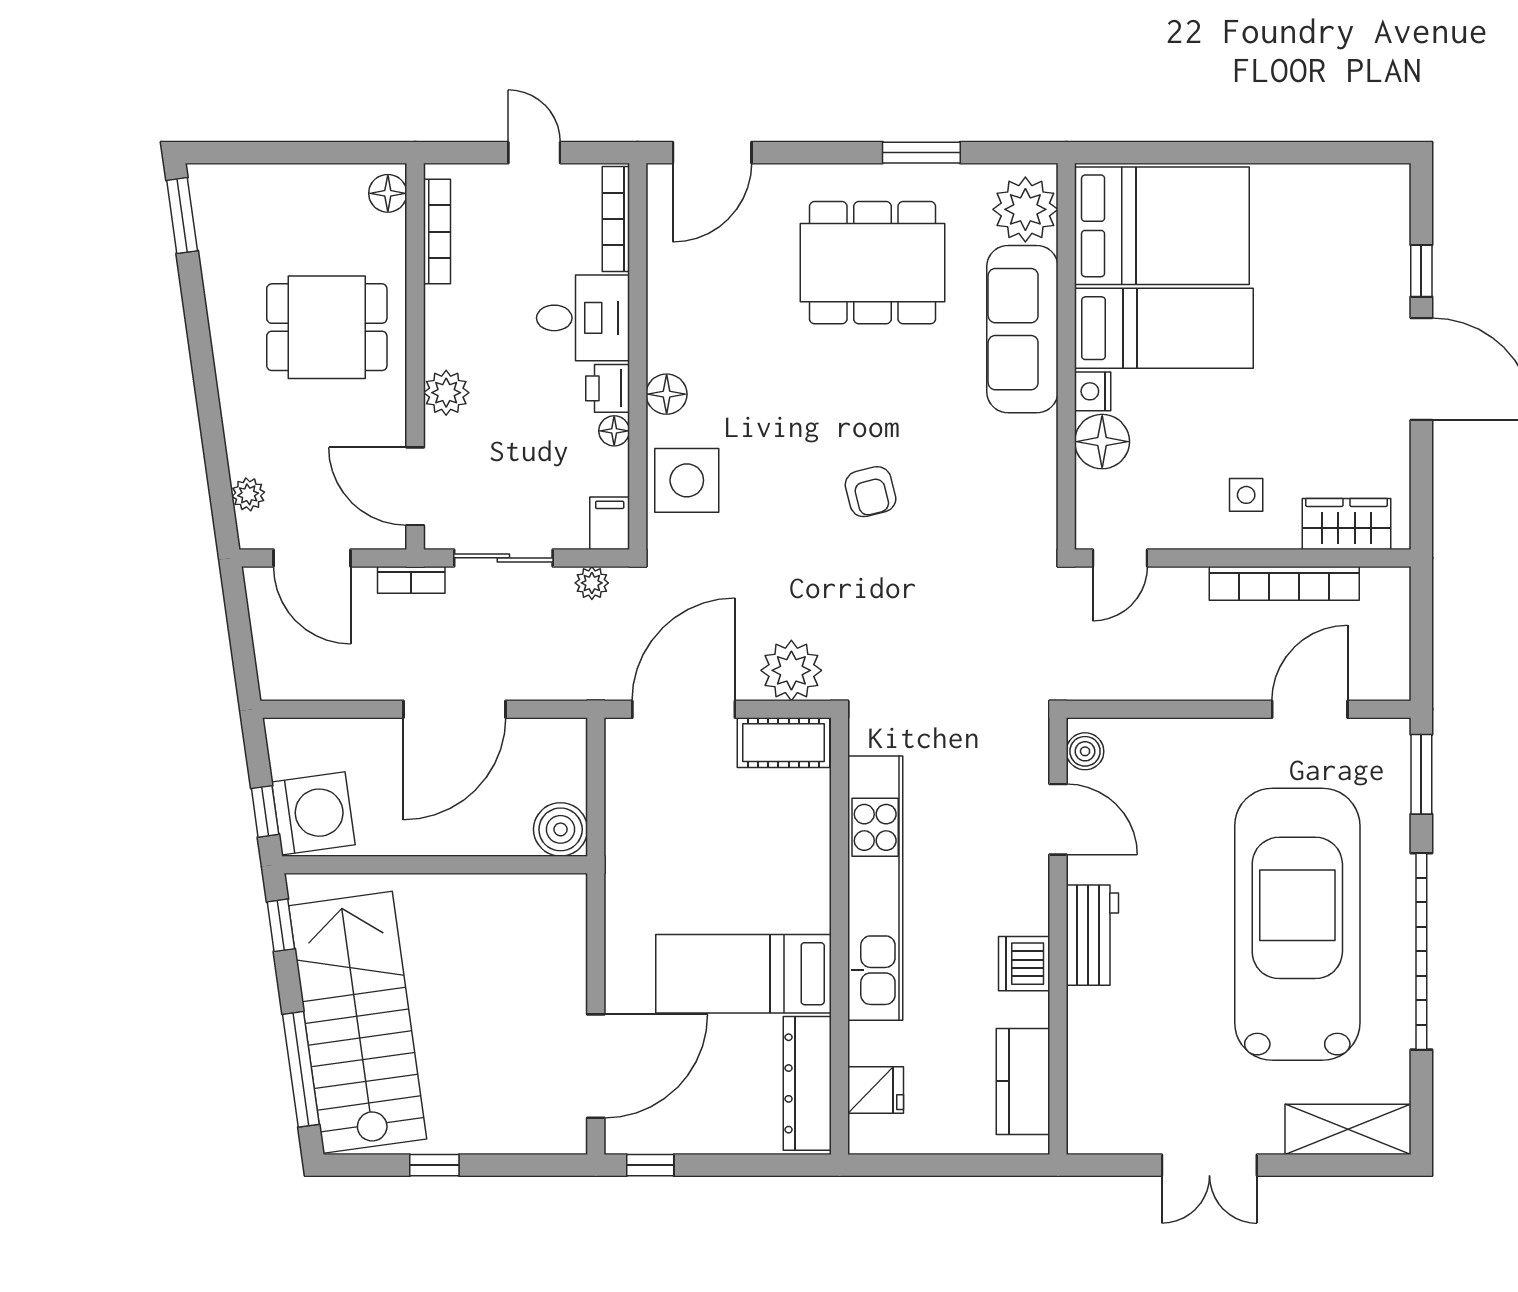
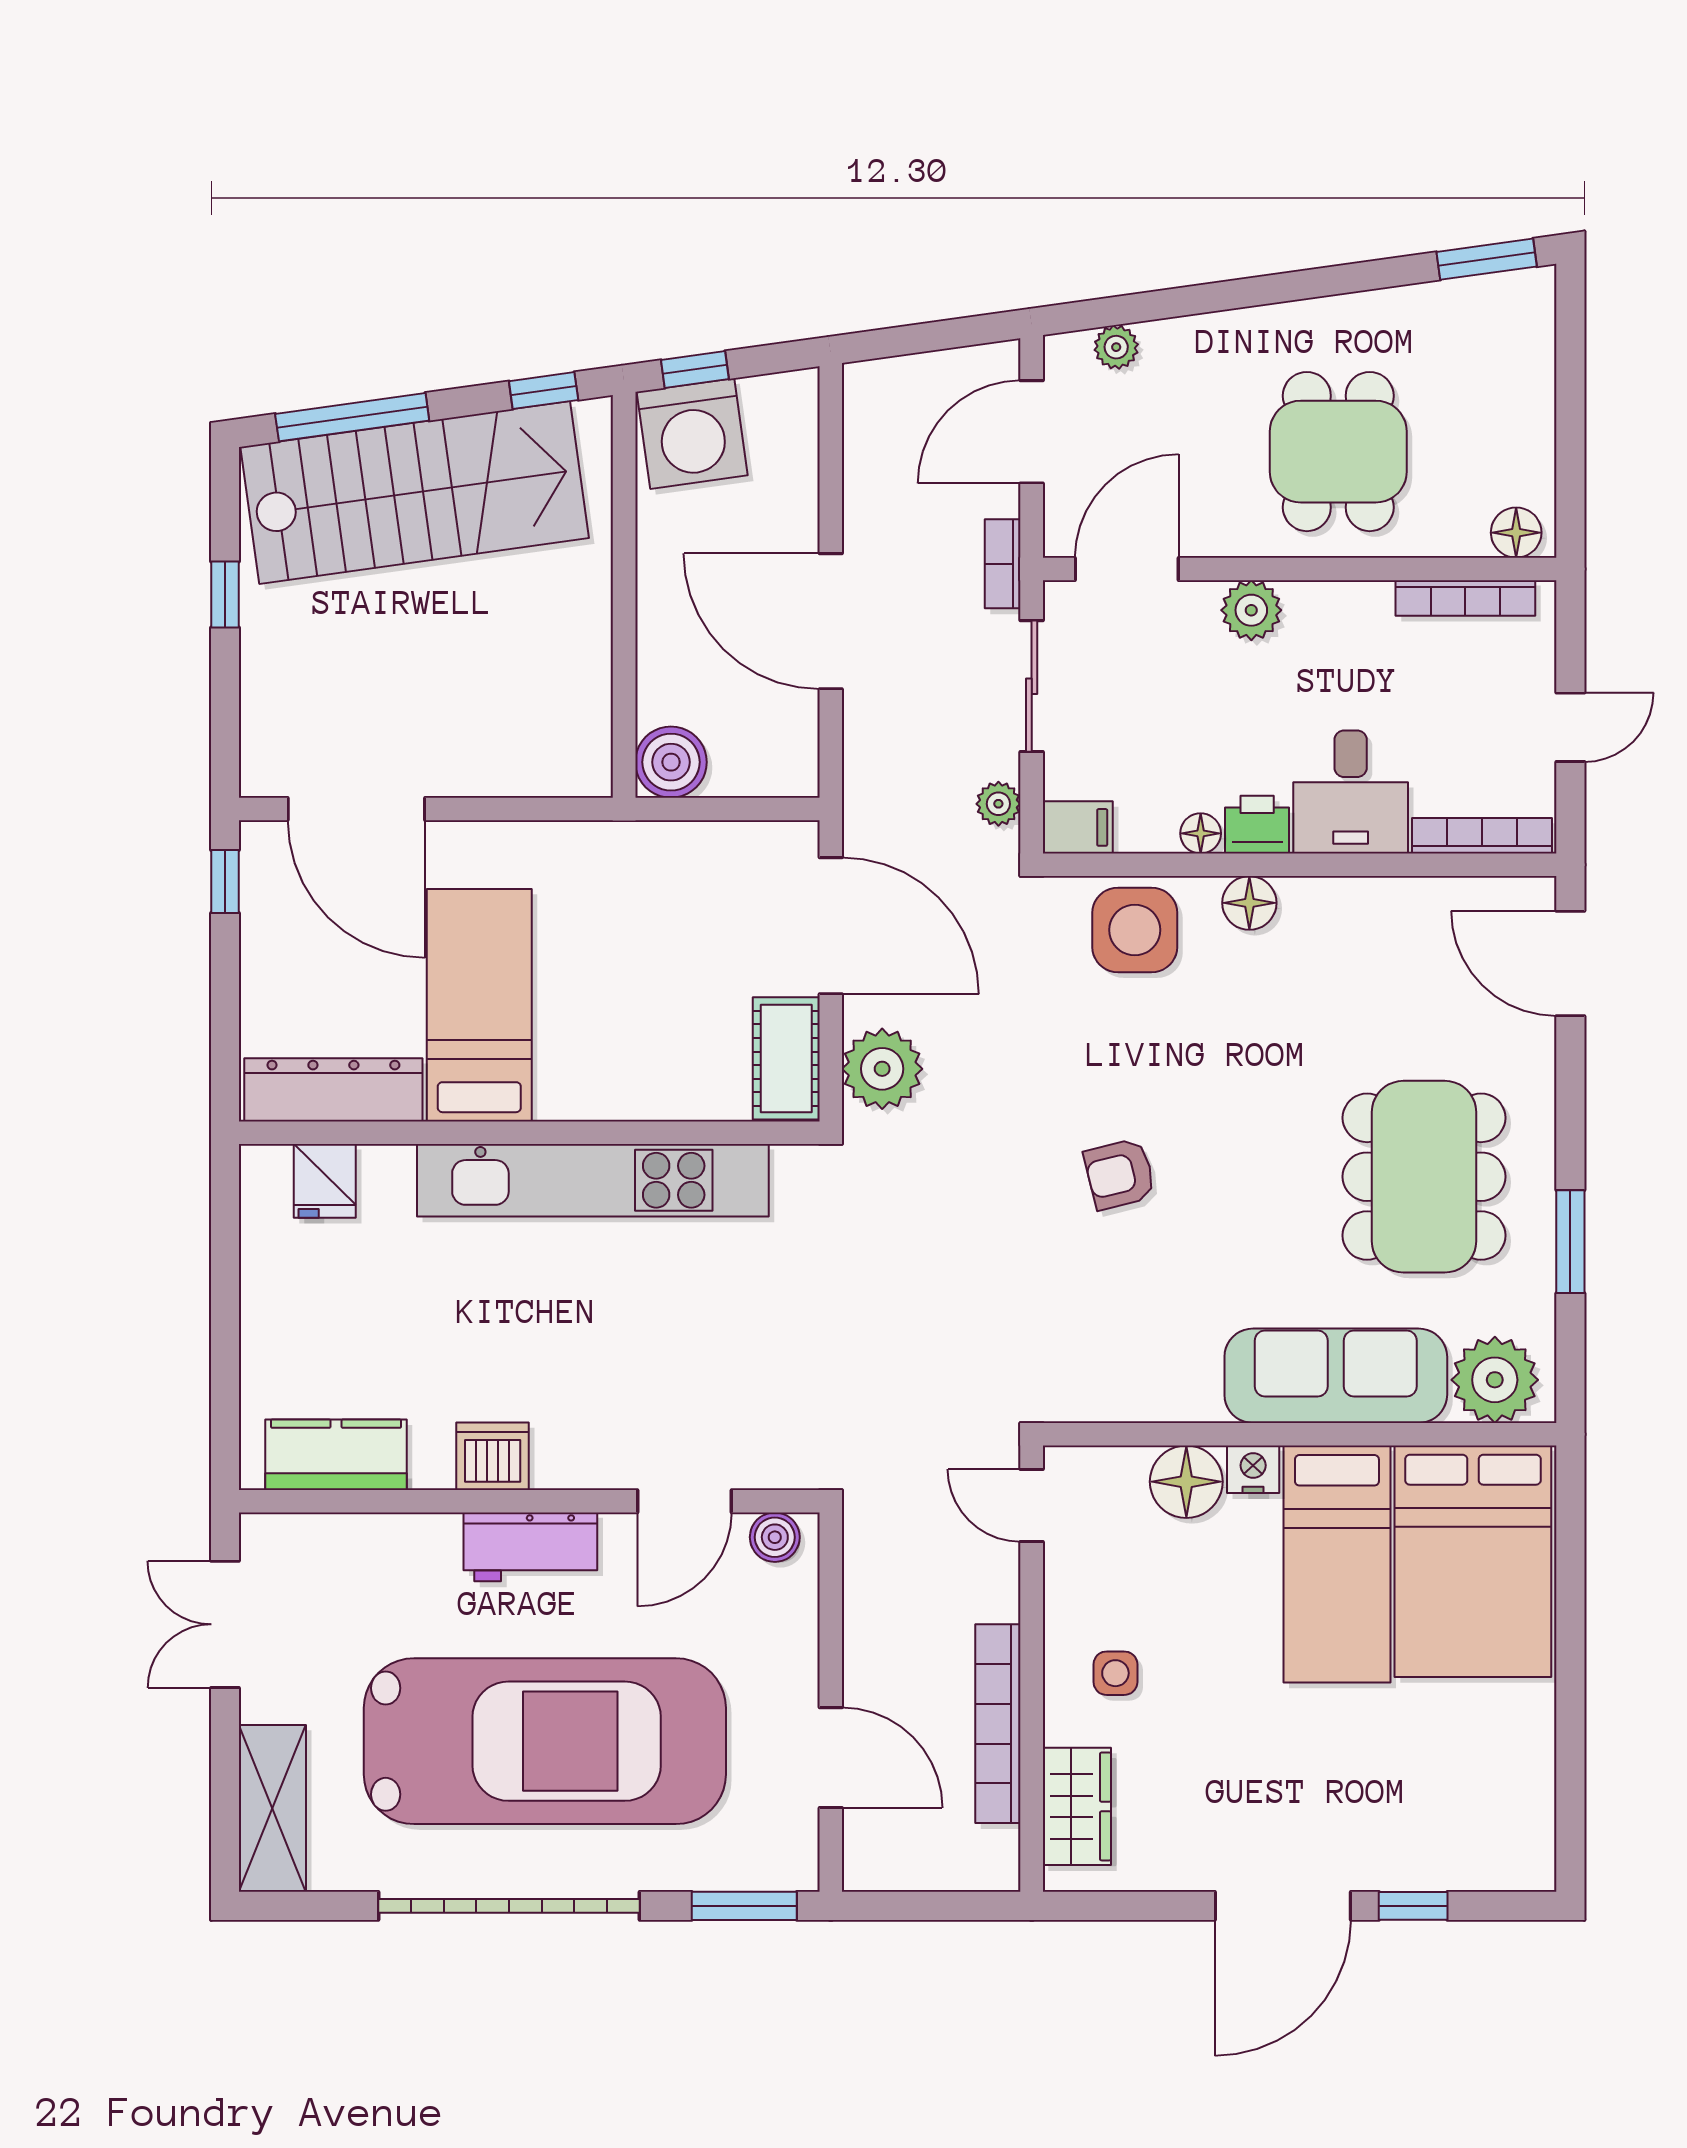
boiler: (1085, 751) -> (775, 1537), moved
door: (1058, 819) -> (685, 1501), moved
workbench: (1092, 935) -> (530, 1547), moved
wall: (1058, 936) -> (529, 1501), moved
dishwasher: (1024, 964) -> (493, 1456), moved
kitchen counter: (1023, 1081) -> (336, 1455), moved

